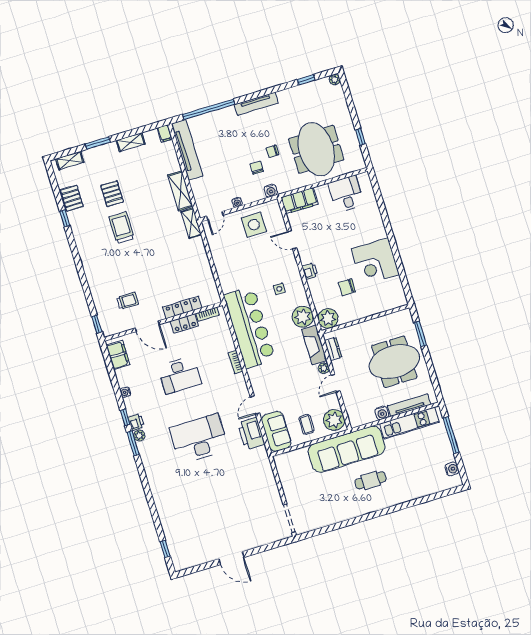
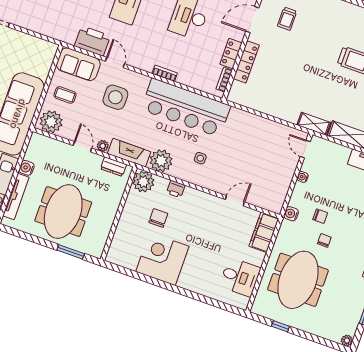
meeting table: (316, 149) -> (298, 280), turned 90
side table: (254, 225) -> (115, 97), moved
printer: (310, 271) -> (176, 189), moved

